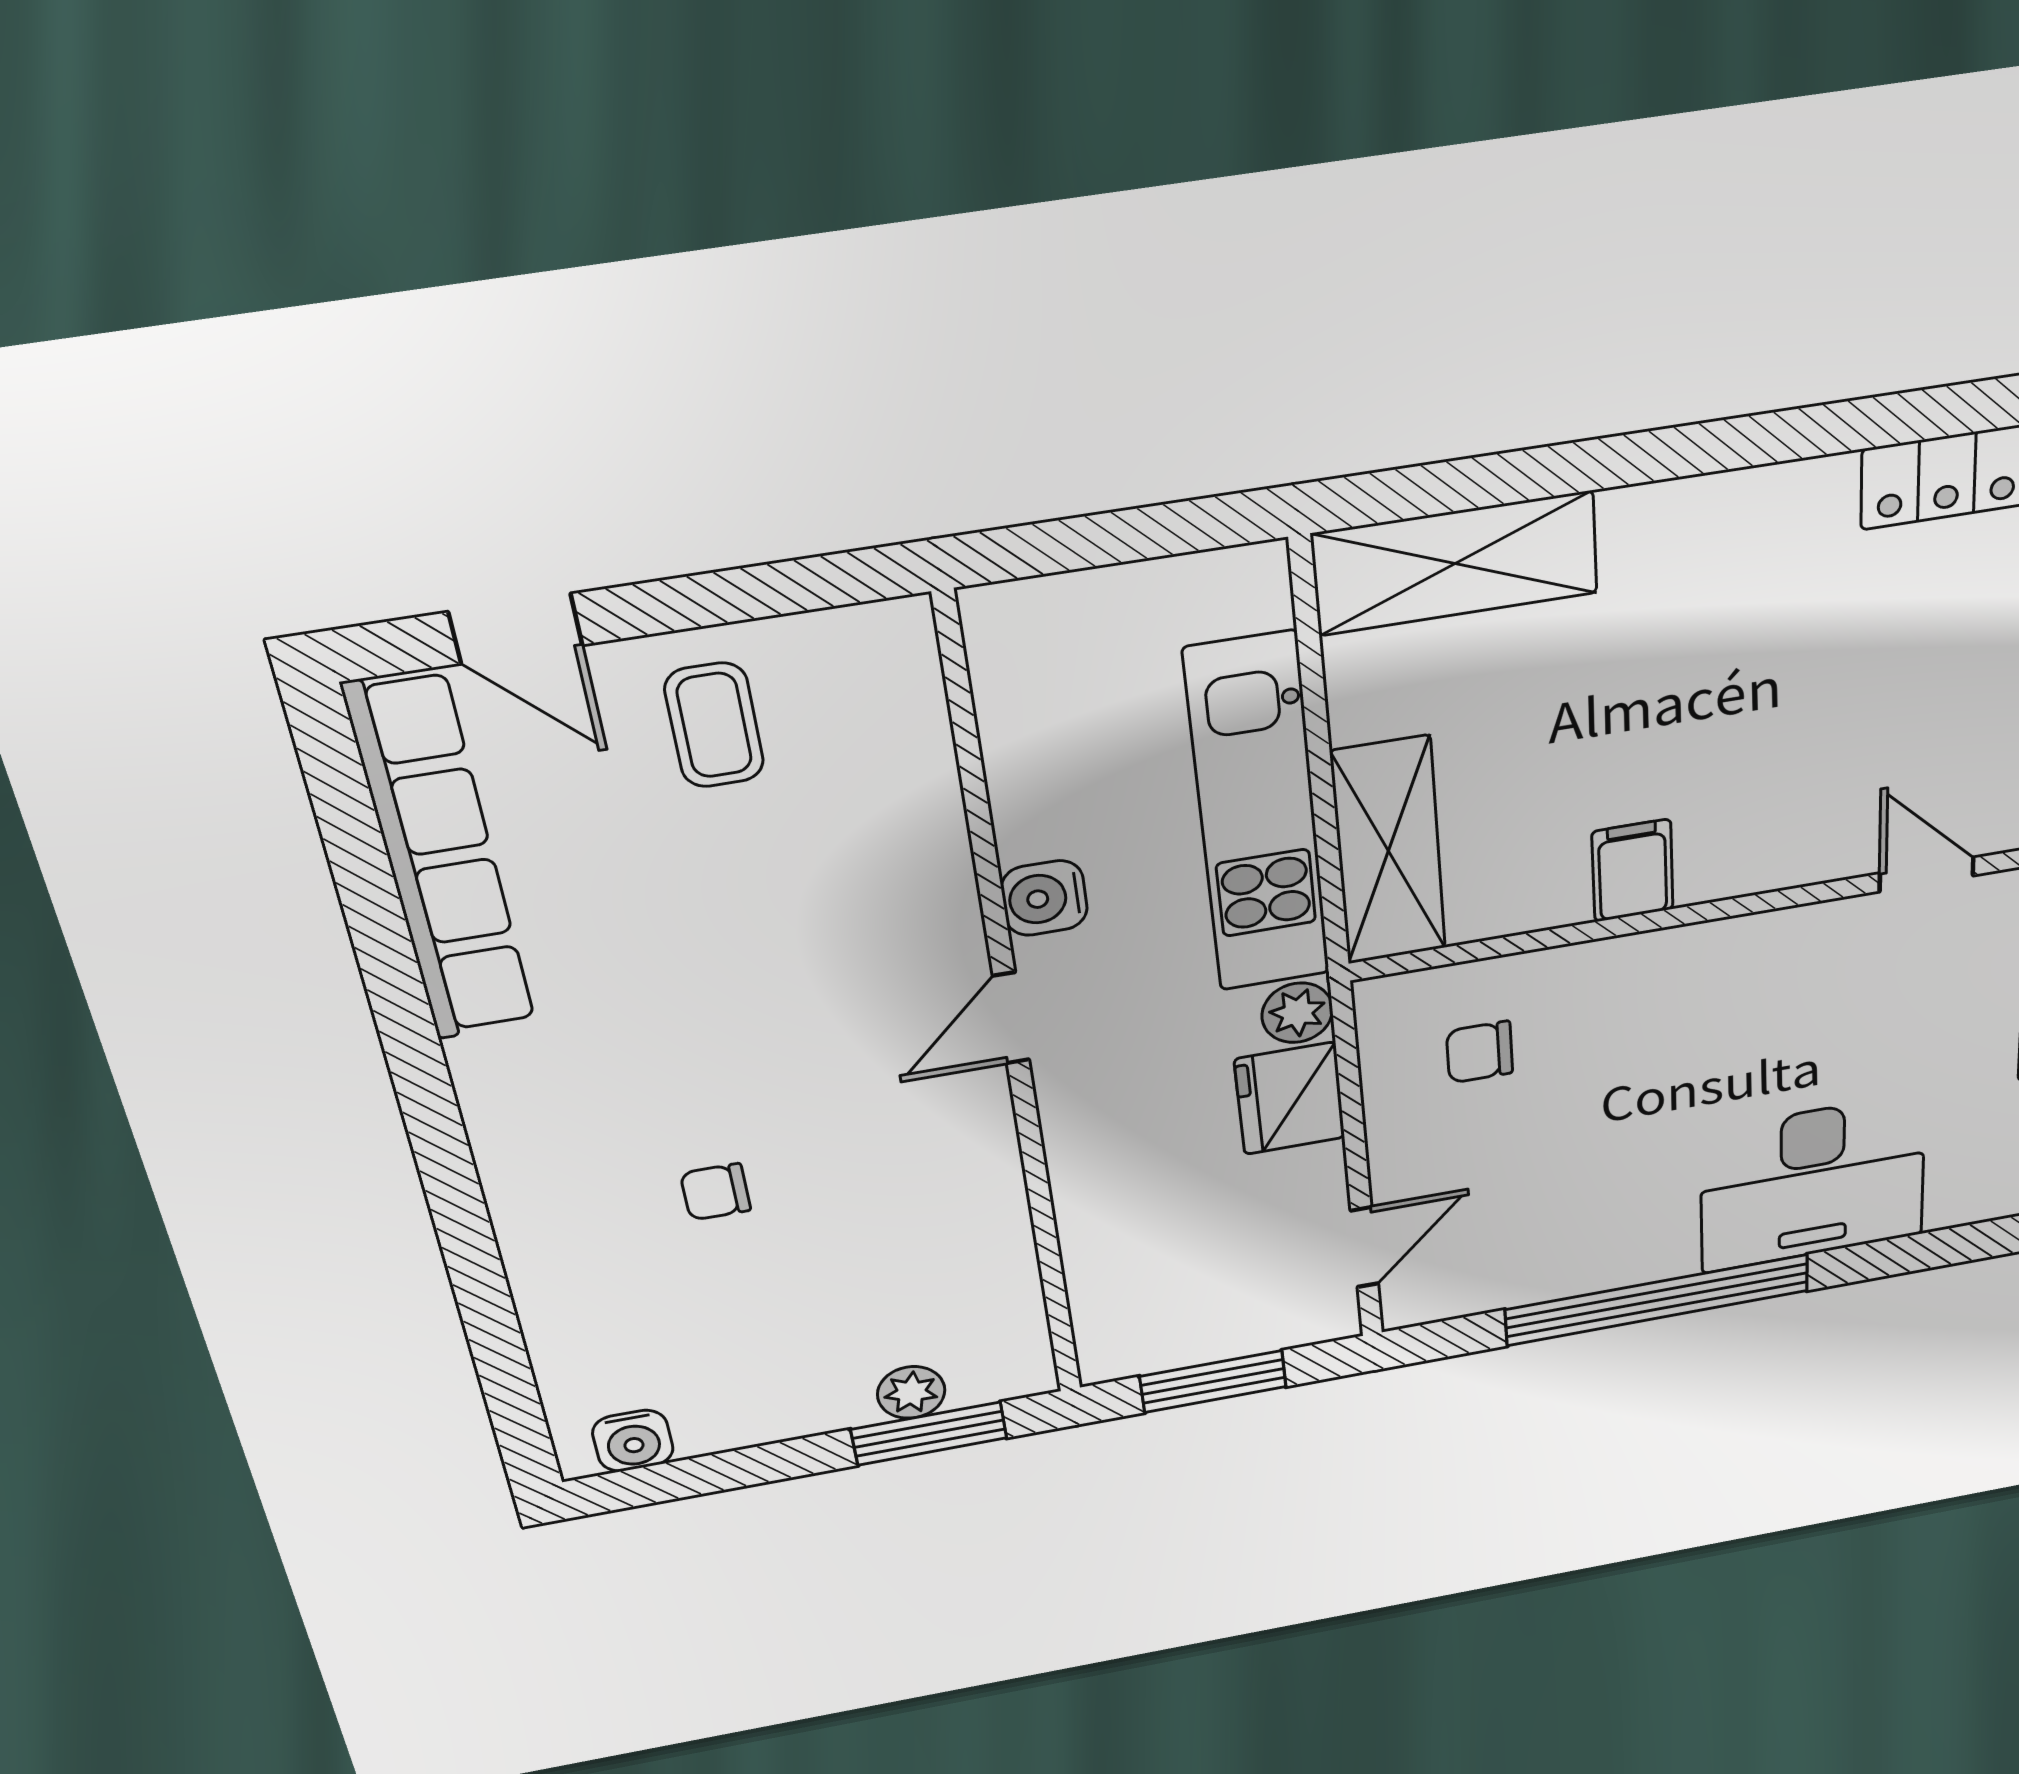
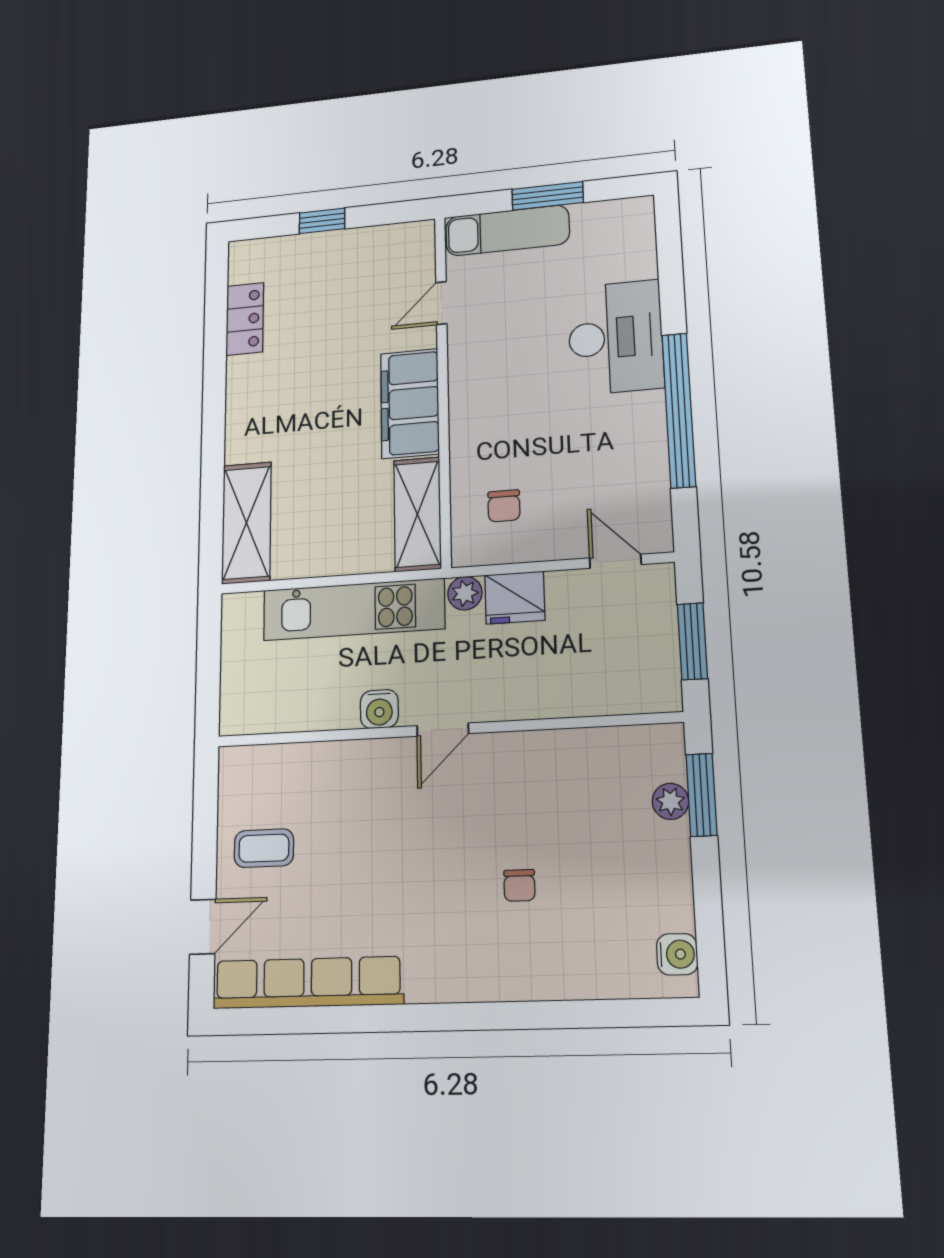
shelving: (1389, 851) -> (417, 514), moved, turned 90
filing cabinet: (1633, 871) -> (410, 403), width x3.00, depth x1.17
door: (1011, 1018) -> (443, 730), hinge flipped

